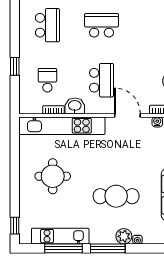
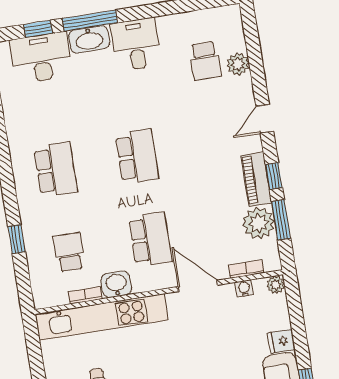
school desk: (102, 25) -> (137, 156), turned 90

